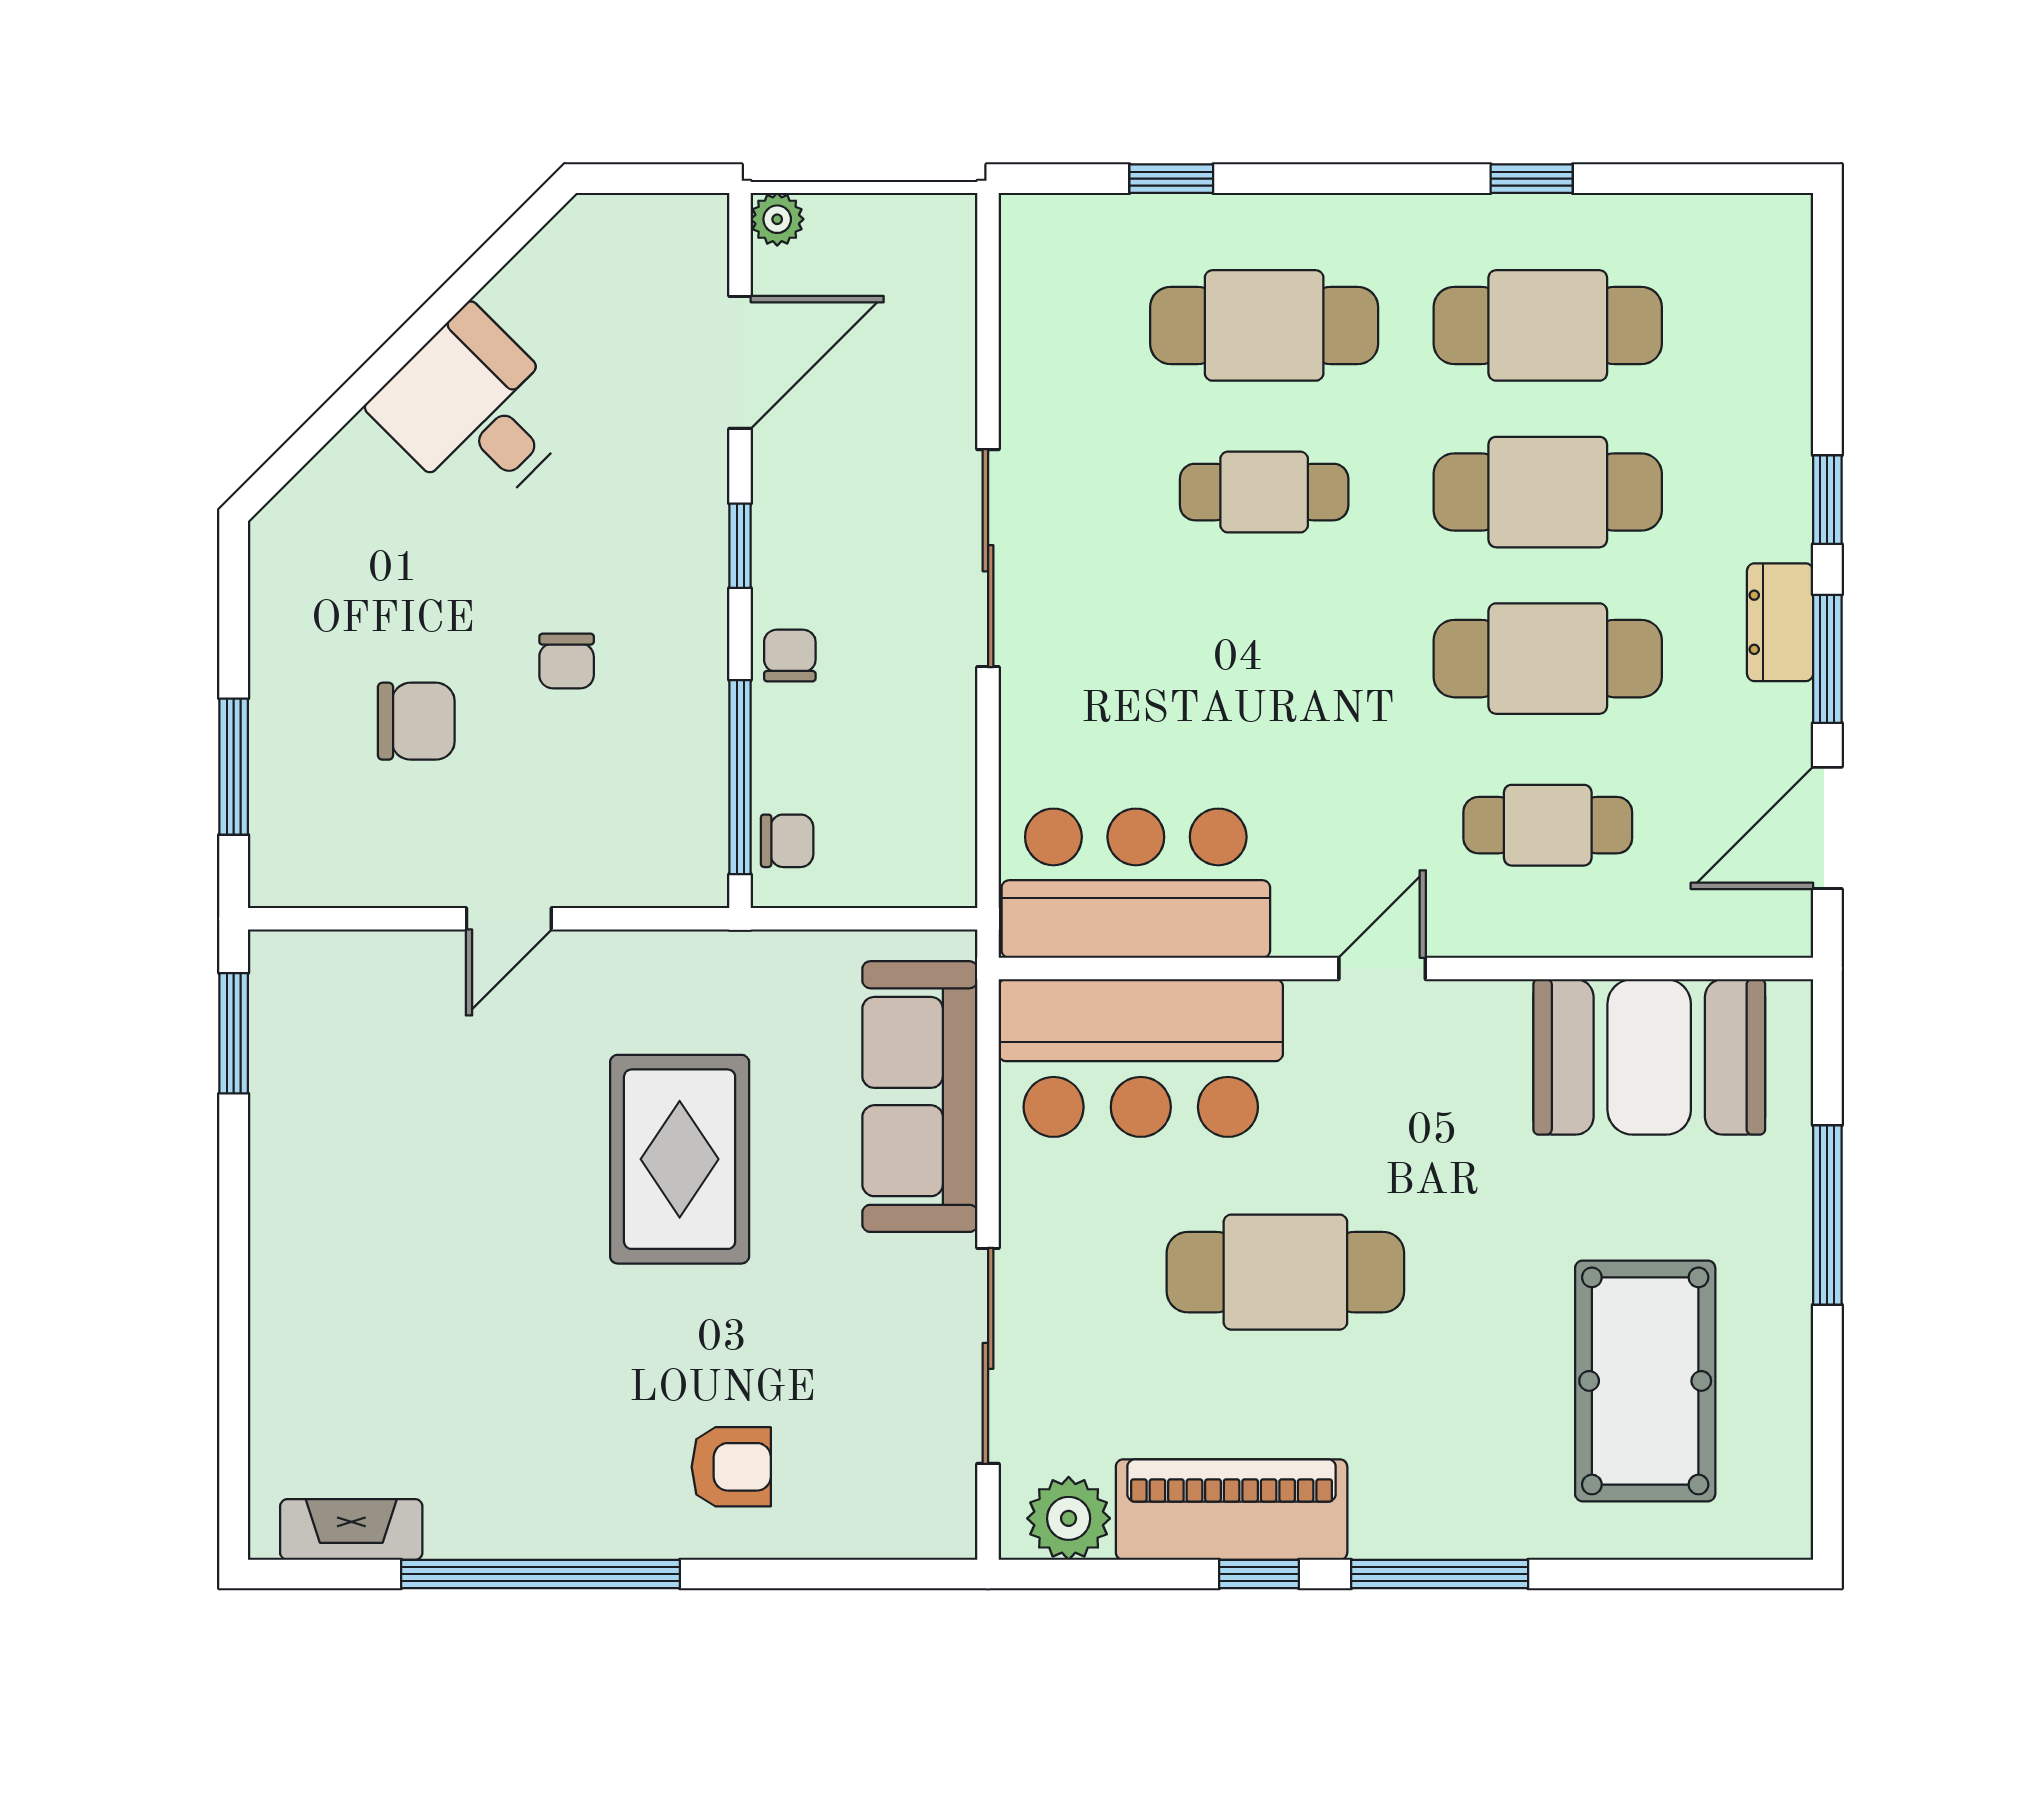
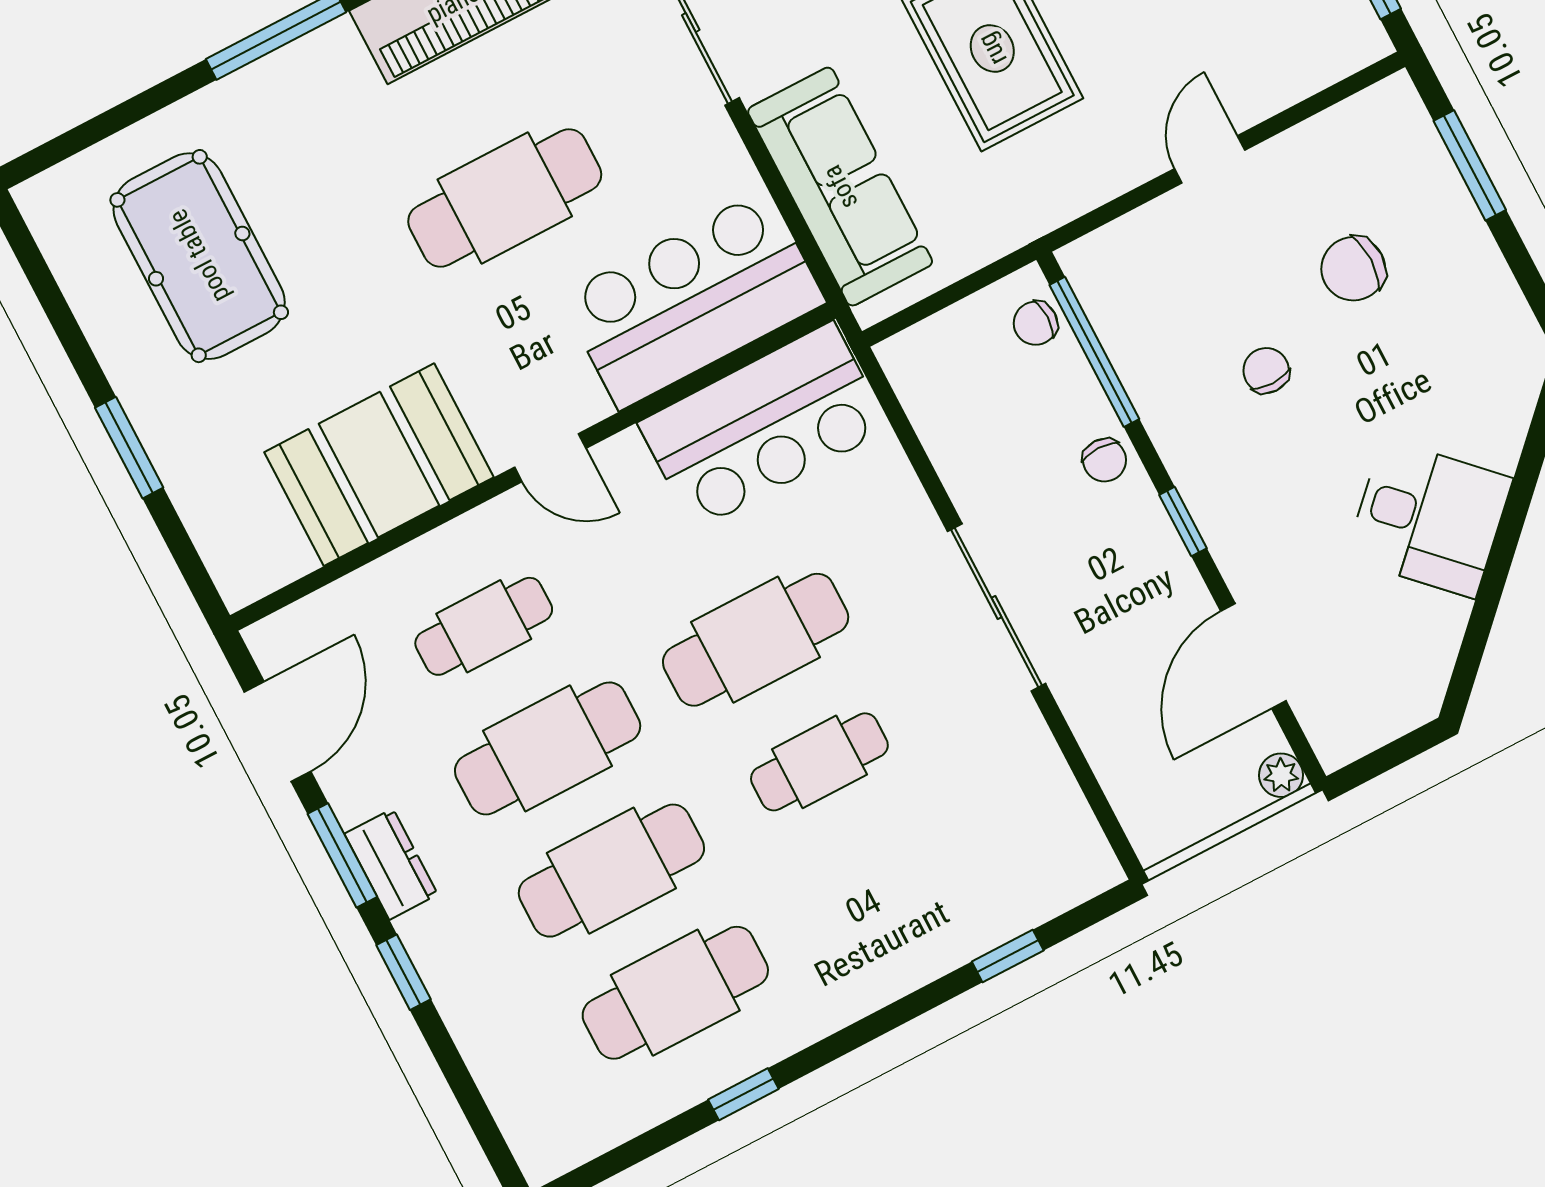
cafe table: (1264, 325) -> (756, 640), moved
door: (1382, 968) -> (550, 458), hinge flipped
booth: (1649, 1057) -> (379, 465), moved
window: (1827, 1215) -> (129, 448), width x0.69

